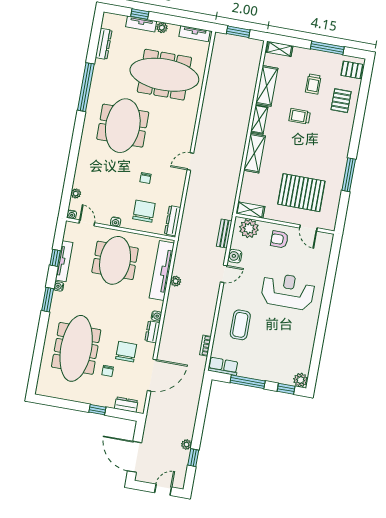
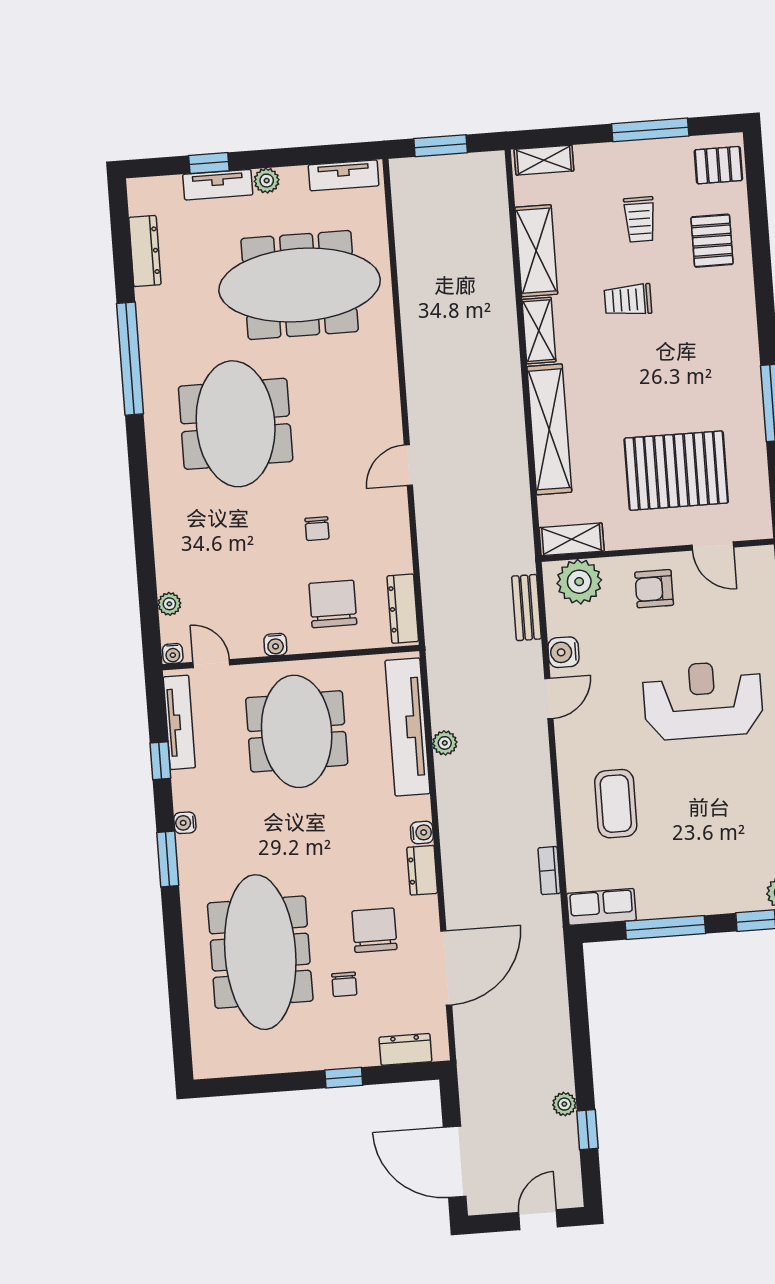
shelving: (254, 153) -> (549, 429), width x1.47
tv unit: (64, 261) -> (179, 722), moved

